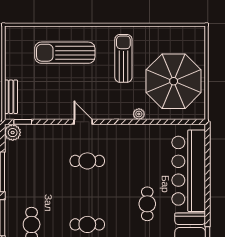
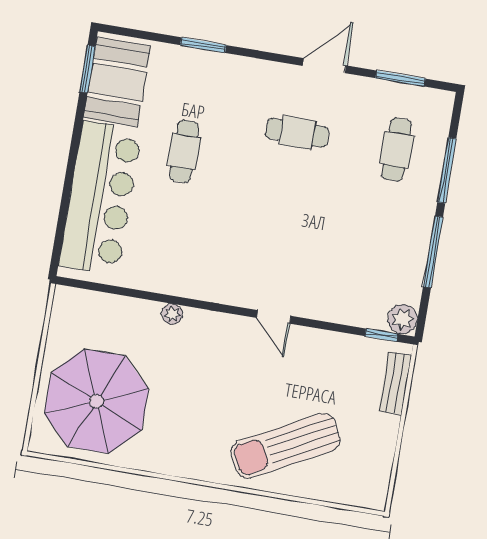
sun lounger: (65, 53) -> (285, 446), turned 152
sun lounger: (123, 58) -> (183, 418), removed
parasol: (174, 81) -> (96, 401), moved
cafe table: (87, 161) -> (278, 246), removed

